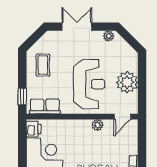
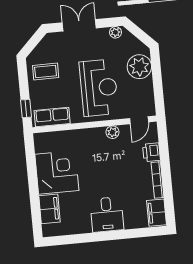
coffee table: (43, 65) -> (46, 71), turned 90
plant: (127, 82) -> (139, 67), moved
printer: (34, 129) -> (151, 152), moved, turned 180

